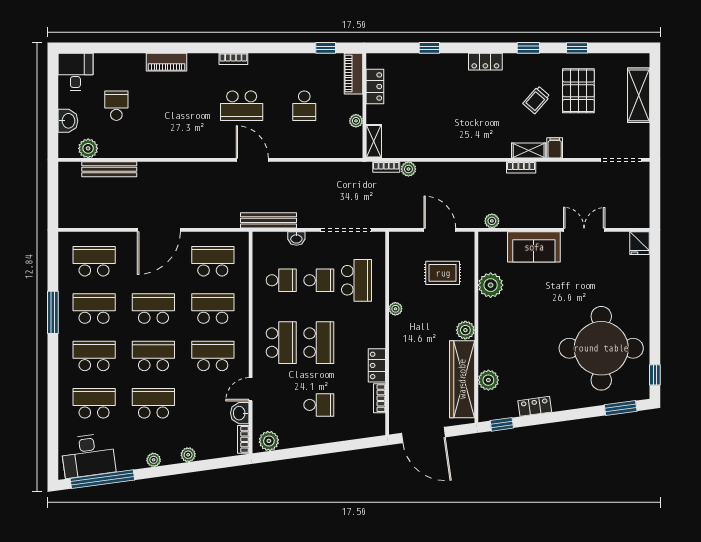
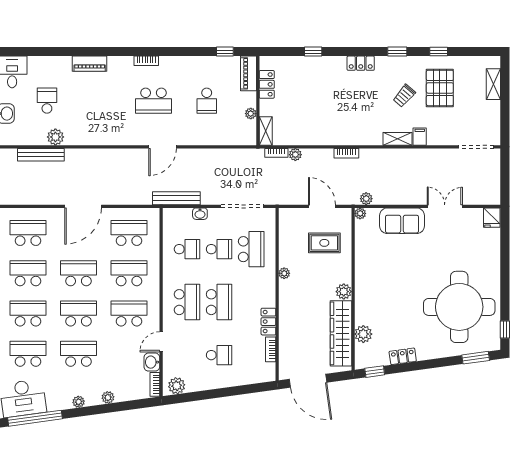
shelving: (639, 95) -> (493, 84), width x0.67, depth x0.75
plant: (88, 148) -> (55, 137), moved
door: (252, 160) -> (163, 147), swing flipped
bookcase: (521, 167) -> (346, 153), moved
plant: (491, 285) -> (360, 213), moved, width x0.53, depth x0.53

